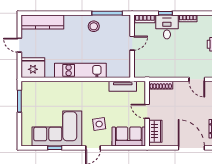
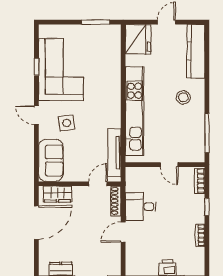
stool: (94, 26) -> (183, 97), moved
desk: (167, 27) -> (141, 207), moved, turned 180
kitchen unit: (80, 70) -> (135, 111), width x1.36
door: (197, 79) -> (123, 232), moved
tv unit: (123, 86) -> (114, 153), width x1.41
door: (147, 111) -> (98, 184), moved
door: (191, 148) -> (36, 223), moved

